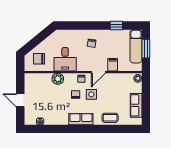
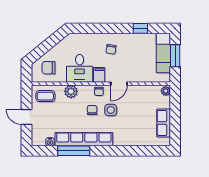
filing cabinet: (113, 65) -> (99, 75), moved
coffee table: (110, 118) -> (45, 96), moved
row of seats: (81, 119) -> (84, 139), width x2.02
window: (60, 129) -> (74, 151), added

